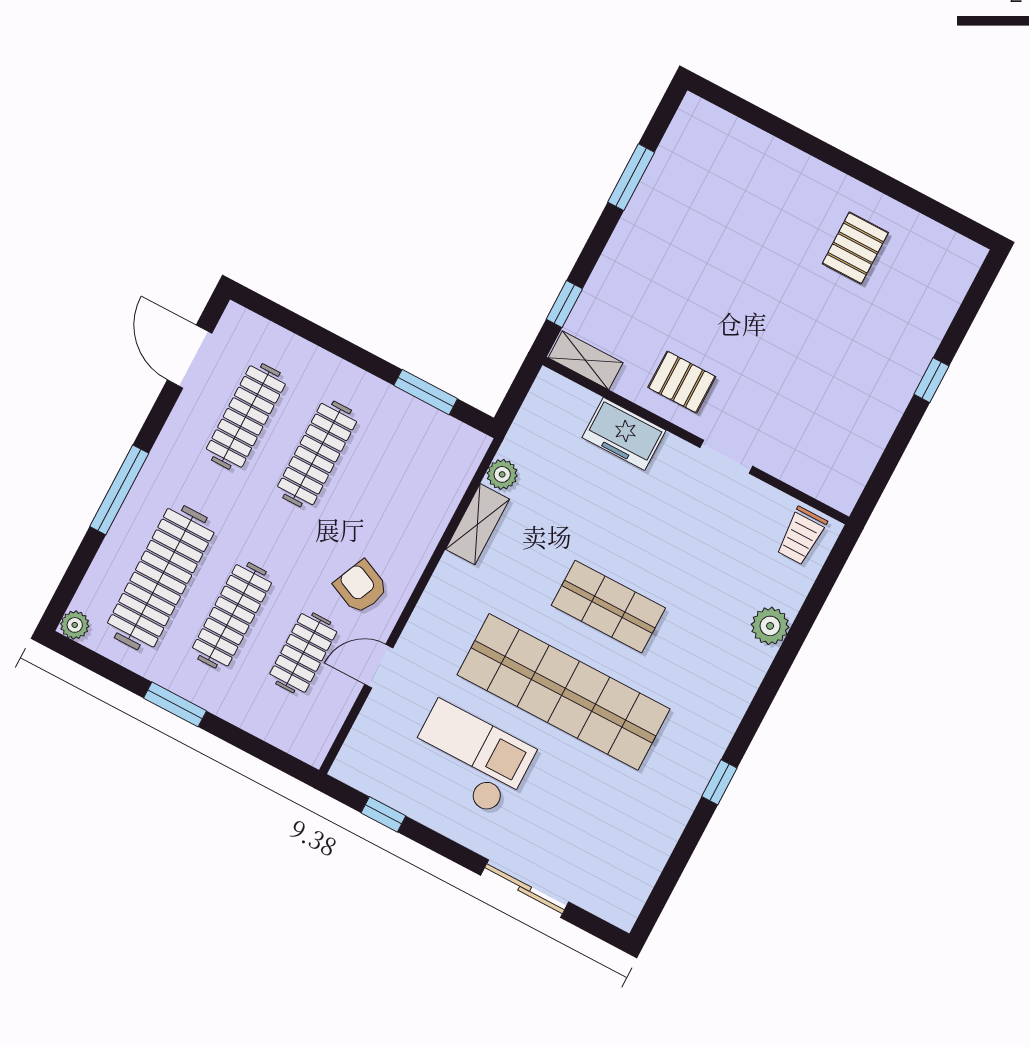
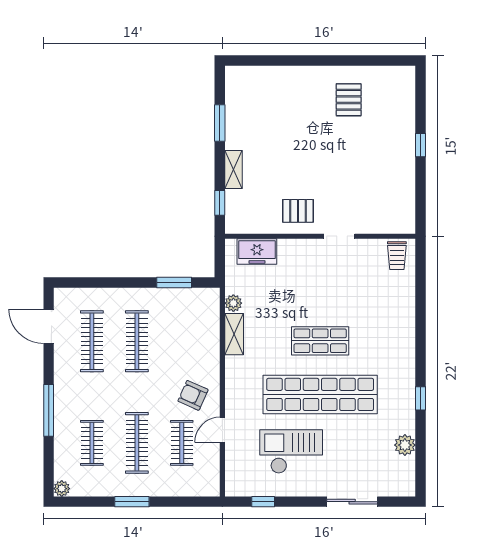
shelving: (586, 360) -> (233, 170), moved, turned 90
freezer: (624, 434) -> (257, 251), moved
clothes rail: (161, 578) -> (92, 443), width x0.54, depth x0.76
plant: (770, 626) -> (405, 445), moved

